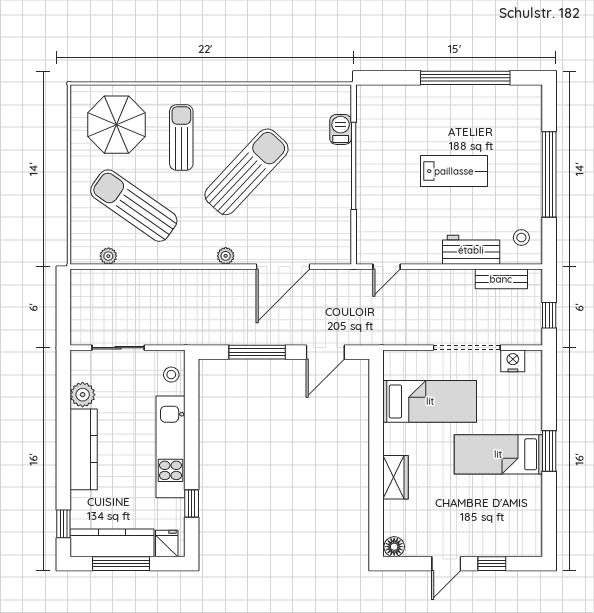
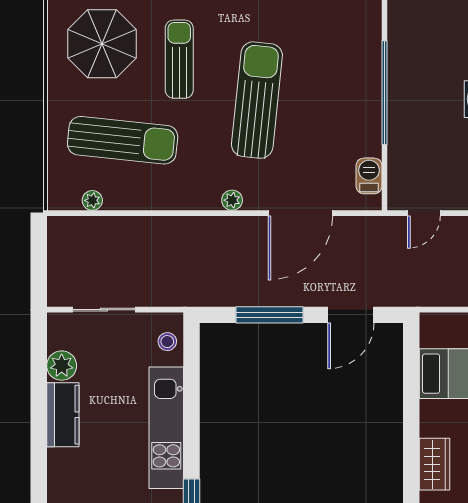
barbecue: (341, 129) -> (369, 176), moved
sun lounger: (247, 172) -> (257, 100), turned -37
sun lounger: (134, 206) -> (123, 140), turned 151
kitchen counter: (84, 449) -> (63, 415), width x0.67

